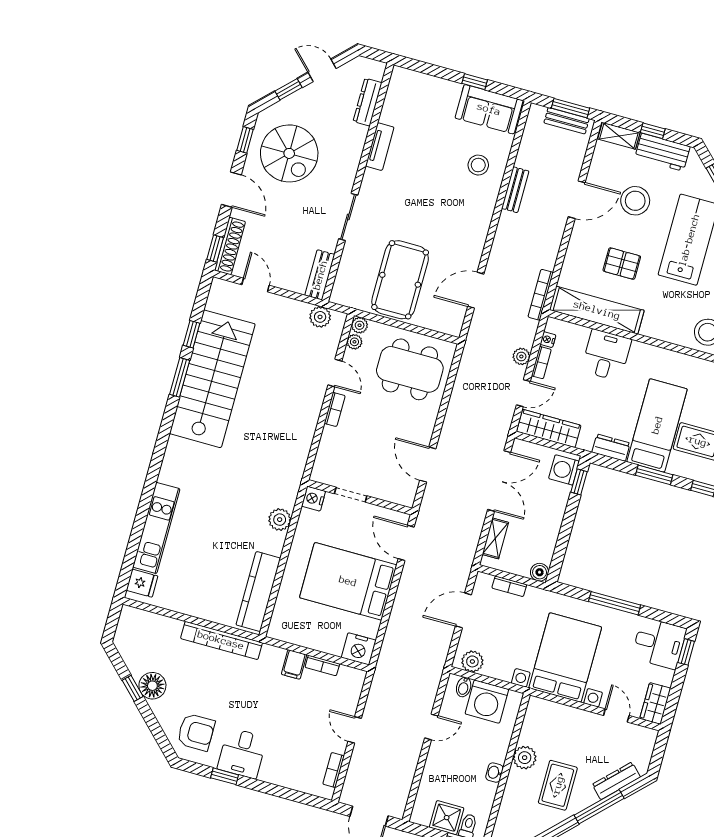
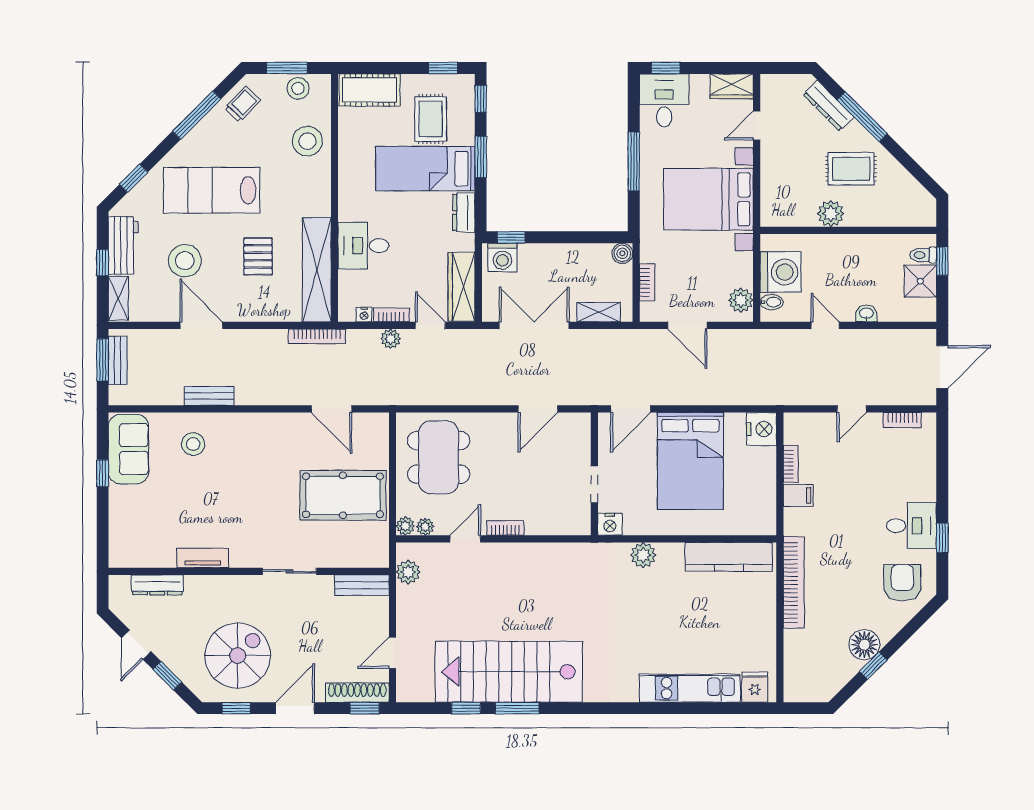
washbasin: (494, 773) -> (866, 313), moved, turned 180

